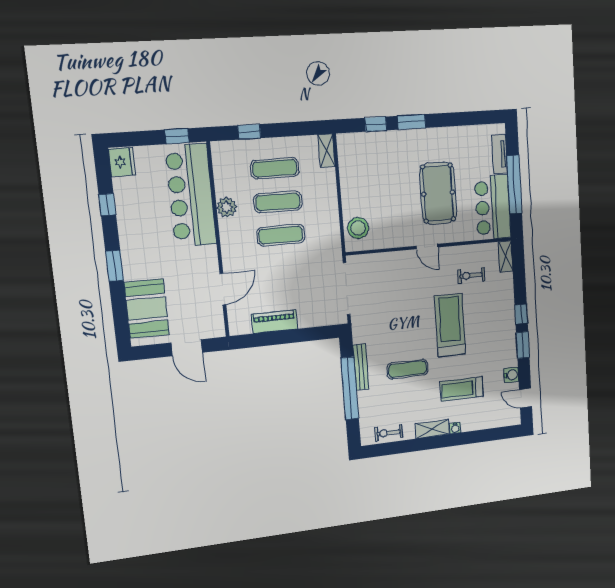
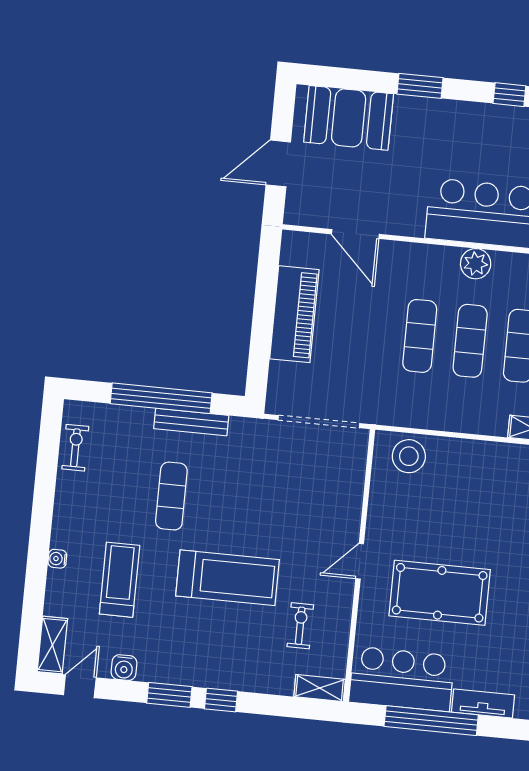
piano: (274, 322) -> (294, 314), width x1.37, depth x1.33
shelving: (432, 429) -> (52, 645), moved

